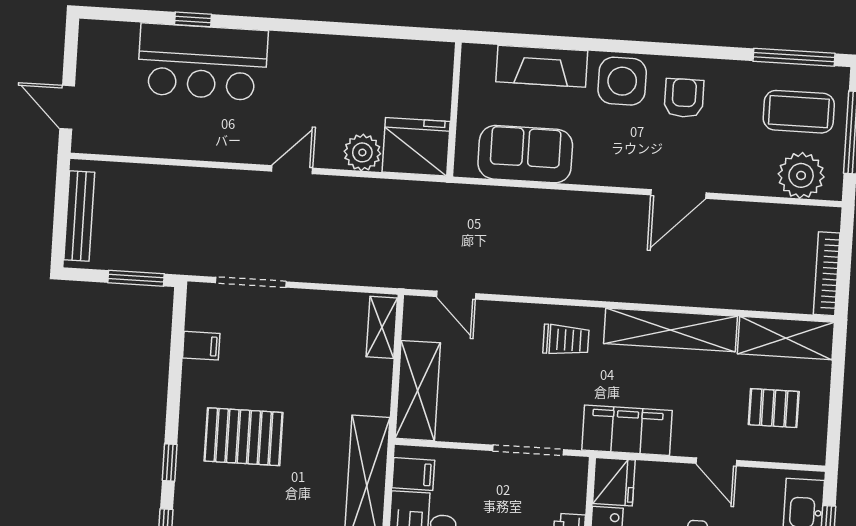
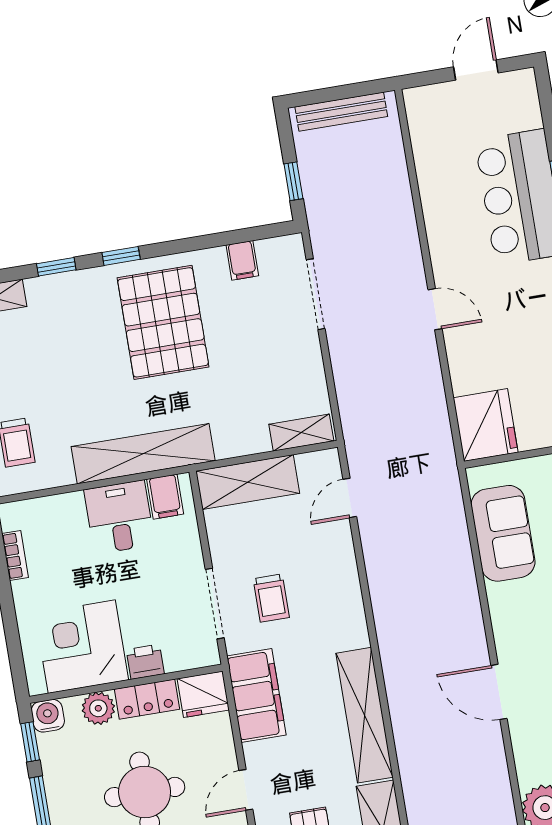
door: (67, 107) -> (476, 70), moved
plant: (362, 152) -> (468, 374), removed
window: (136, 278) -> (293, 181), width x0.67
trolley: (566, 340) -> (271, 598), moved
pallet: (244, 437) -> (163, 322), width x1.37, depth x1.41

